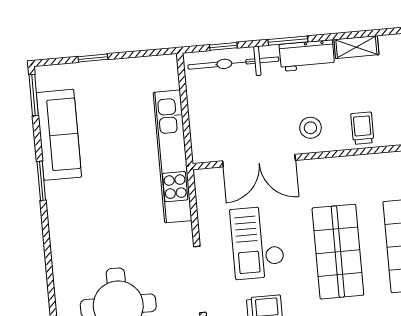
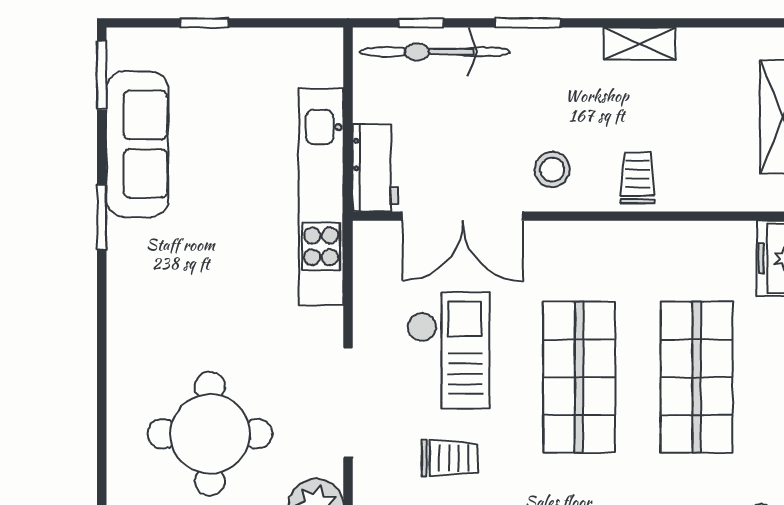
workbench: (307, 55) -> (375, 168), moved, turned -90
checkout: (257, 242) -> (448, 350), turned 180

